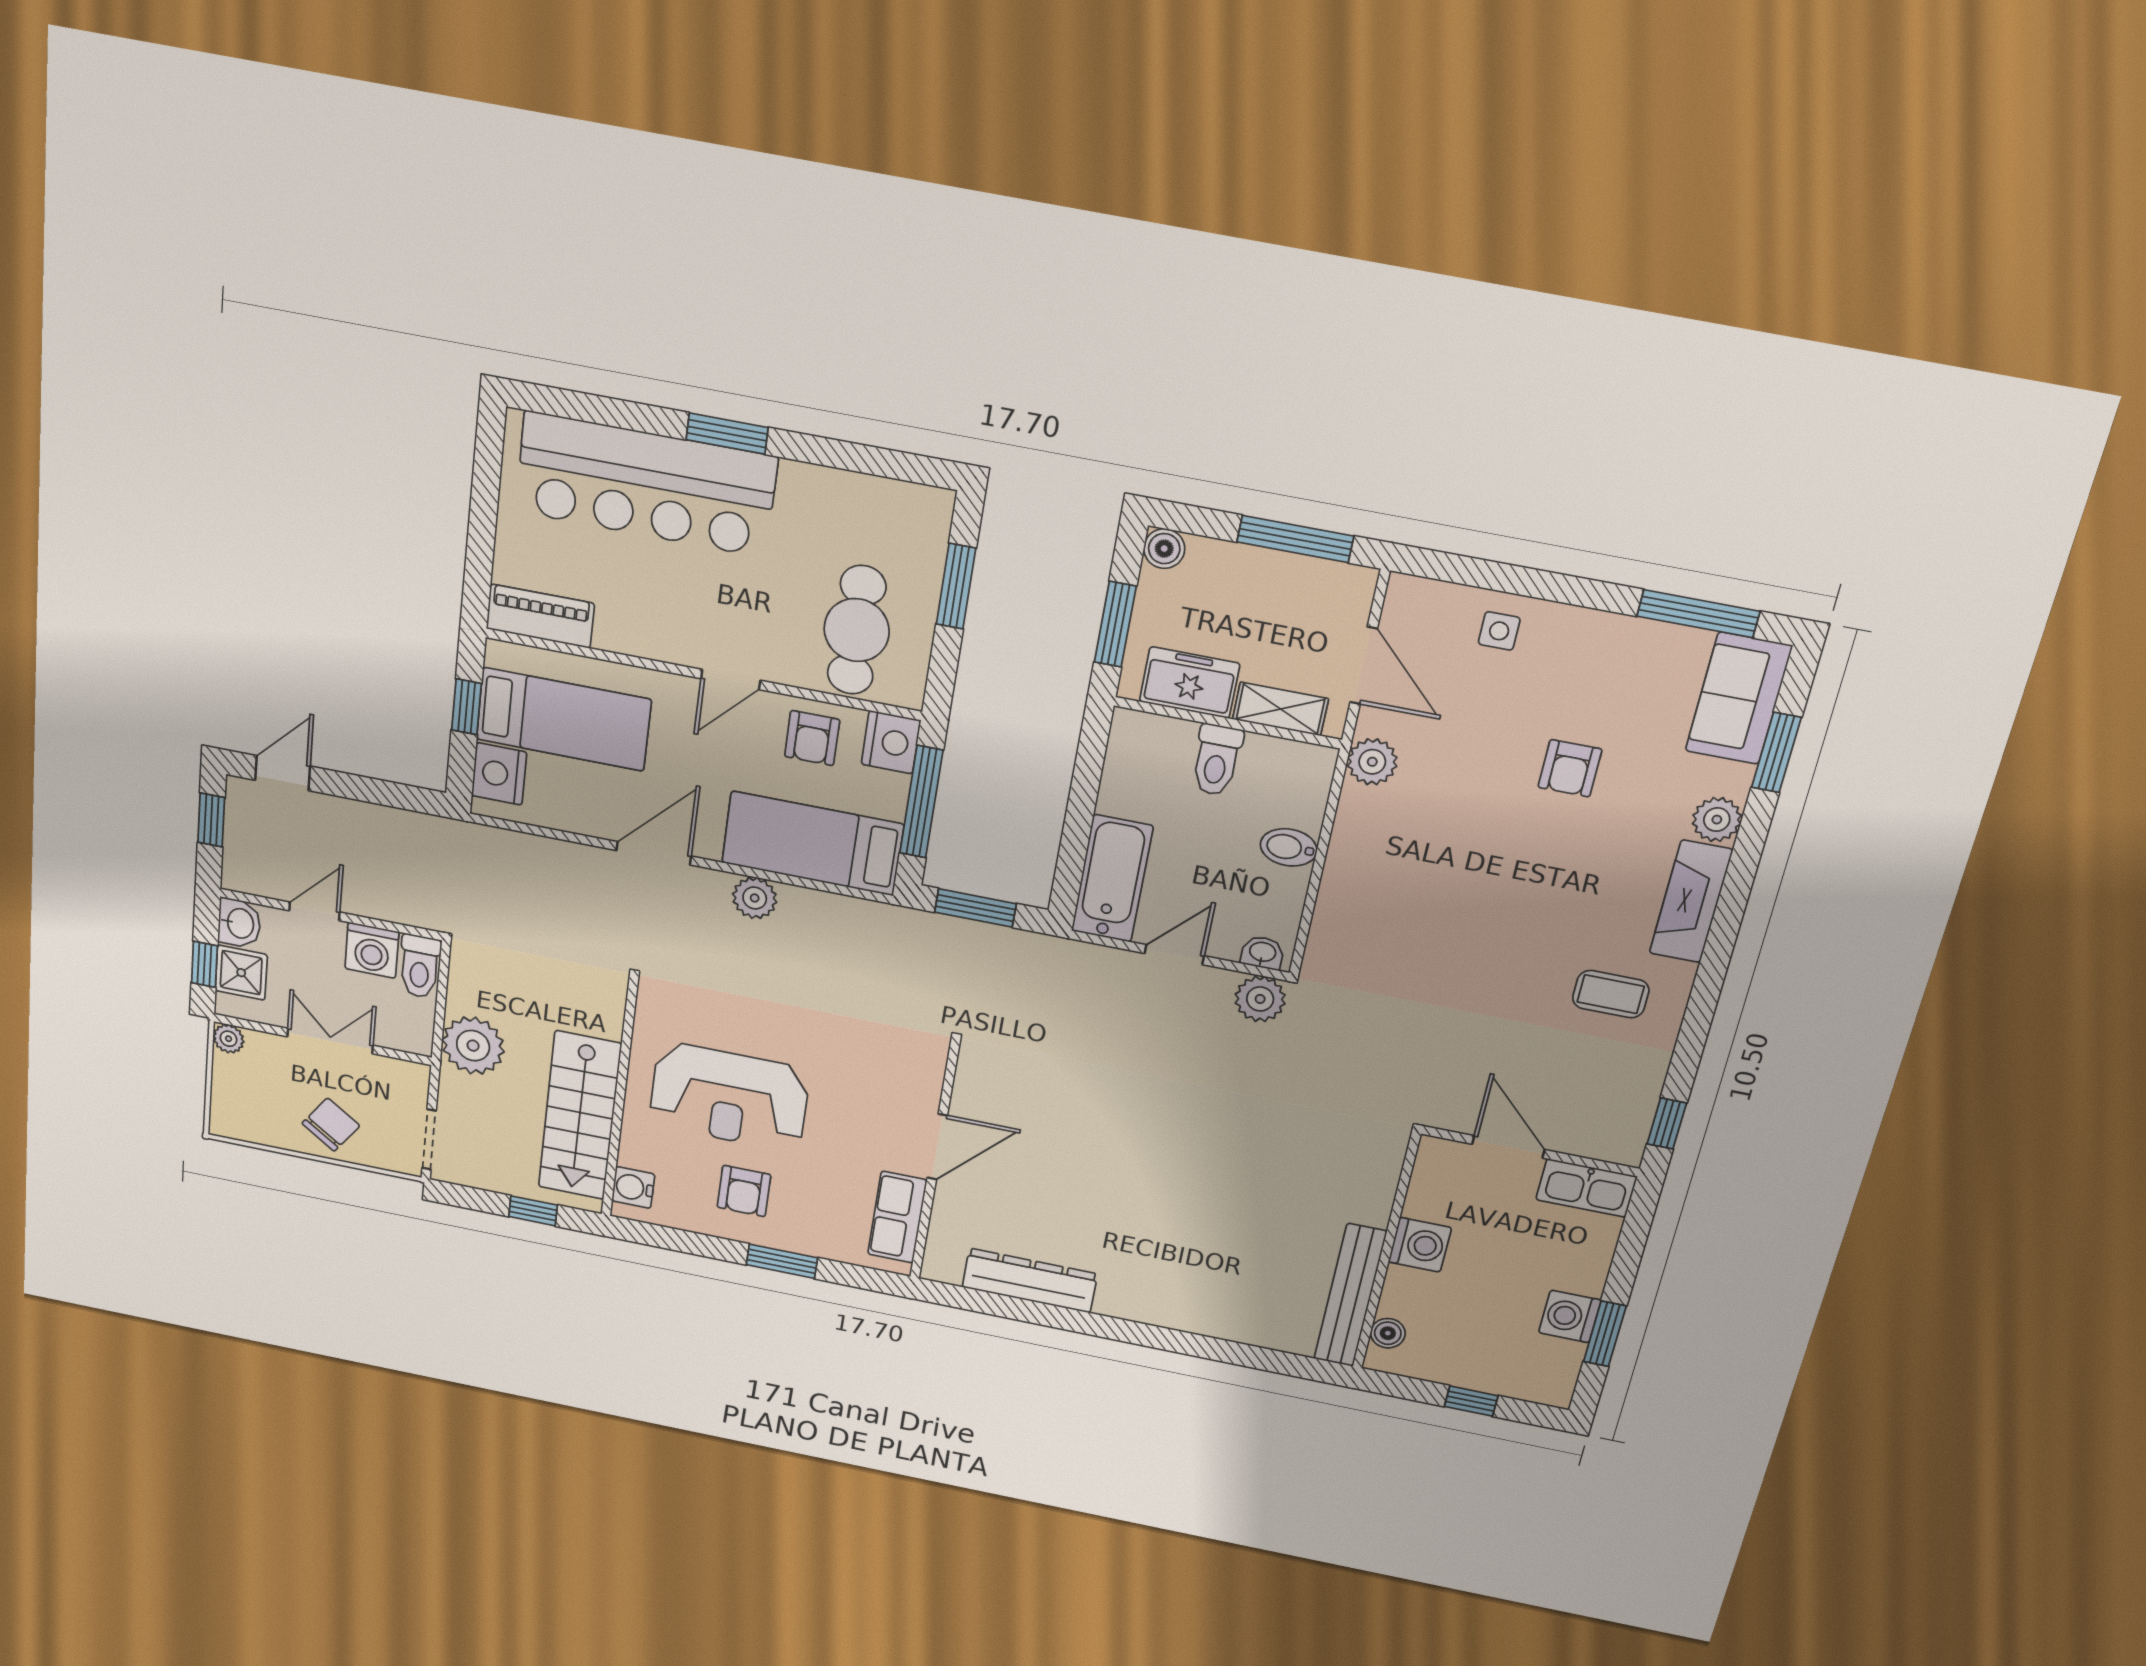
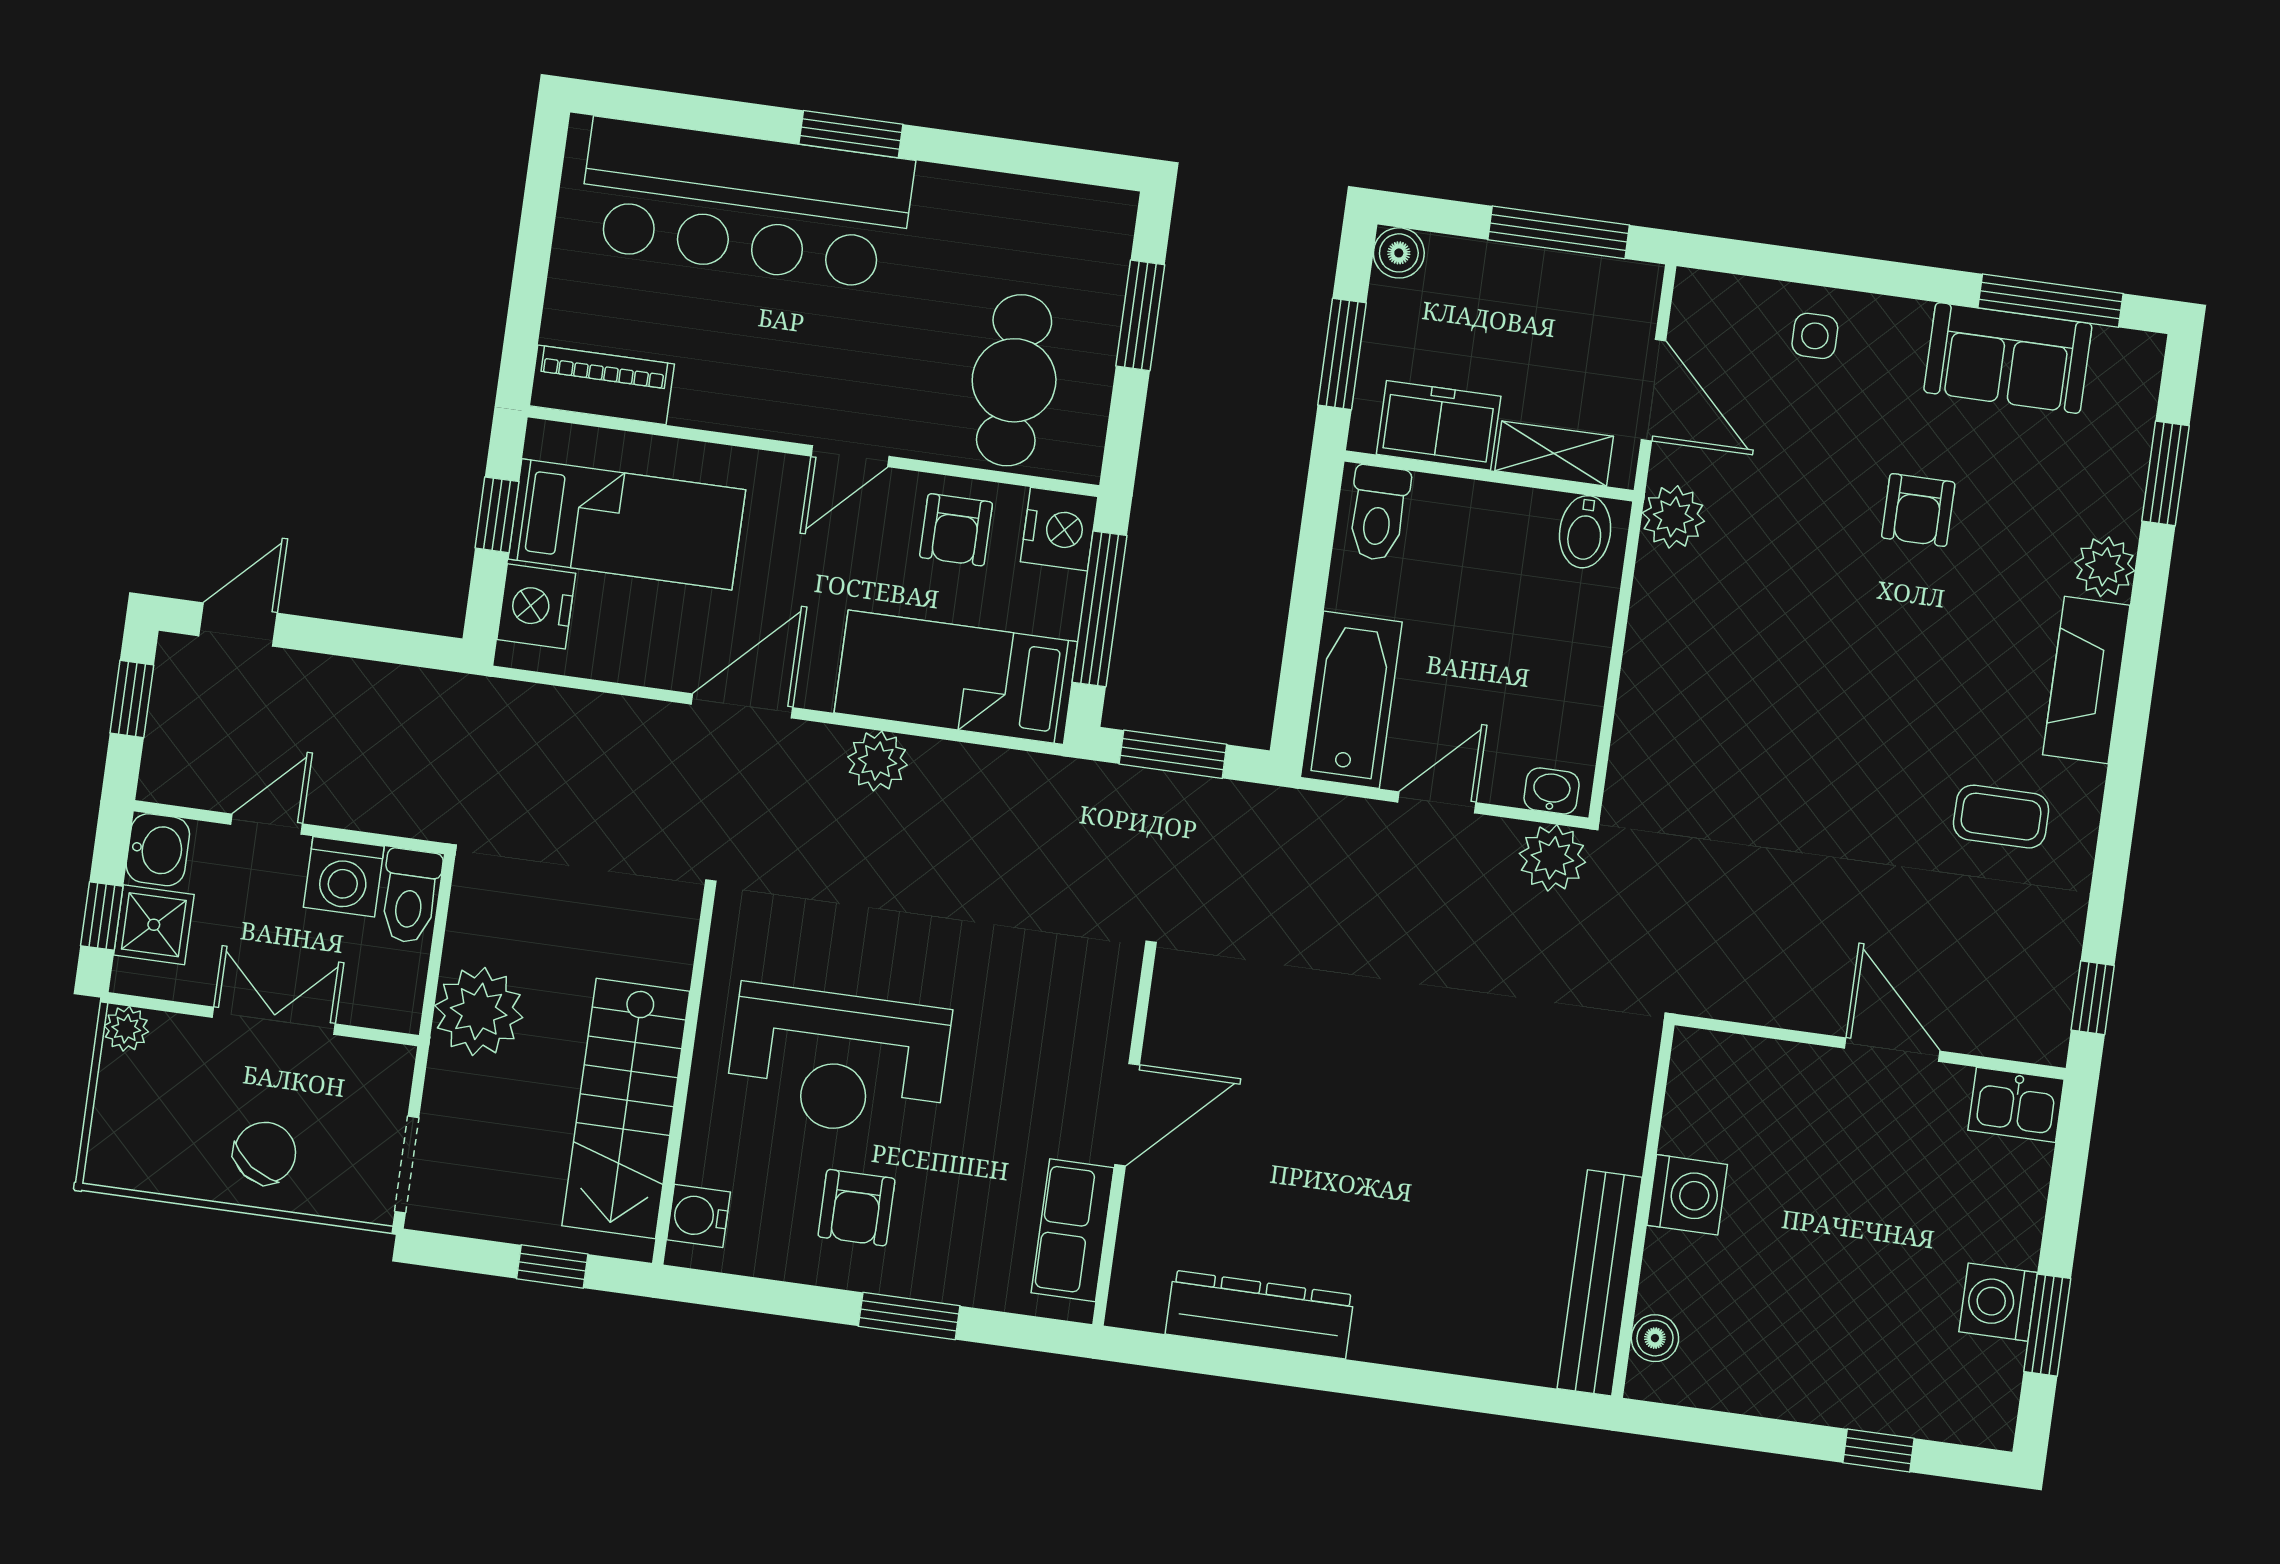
sofa: (1739, 698) -> (2008, 358), moved, turned -90
toilet: (1217, 760) -> (1378, 513), moved
bidet: (1289, 847) -> (1585, 532), moved, turned -90
kitchen sink: (1586, 1188) -> (2016, 1105), width x0.73
washing machine: (1420, 1245) -> (1687, 1195), moved
wall: (1386, 1252) -> (1643, 1211), moved
bench: (1350, 1295) -> (1600, 1283), moved
boiler: (1388, 1333) -> (1655, 1338), moved

